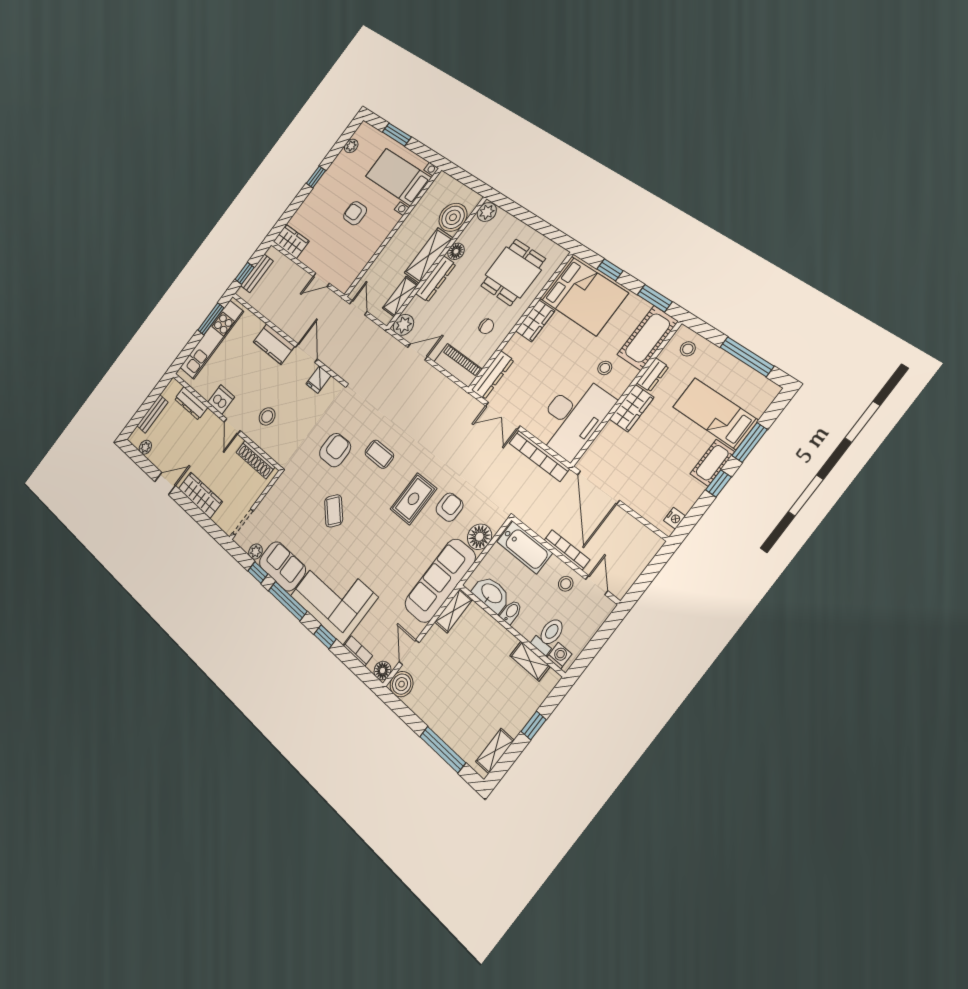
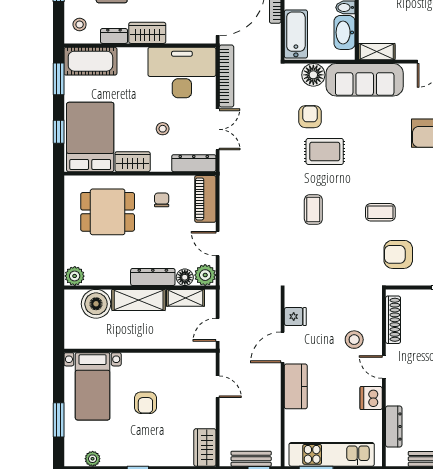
floor lamp: (456, 251) -> (185, 277), moved
stool: (605, 368) -> (163, 129), moved
door: (232, 426) -> (384, 367), swing flipped
armchair: (335, 450) -> (398, 254), moved
armchair: (449, 507) -> (310, 117), turned 90
coffee table: (334, 511) -> (380, 212), turned 47

